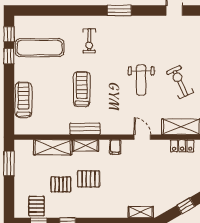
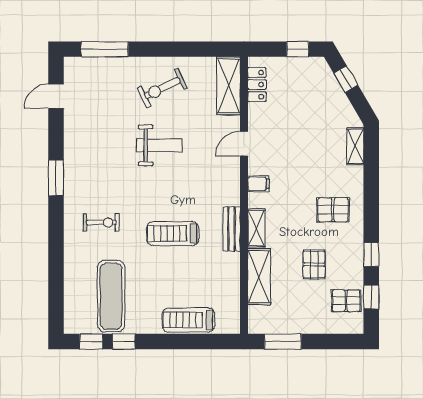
pallet: (88, 179) -> (333, 210), moved, turned 90

